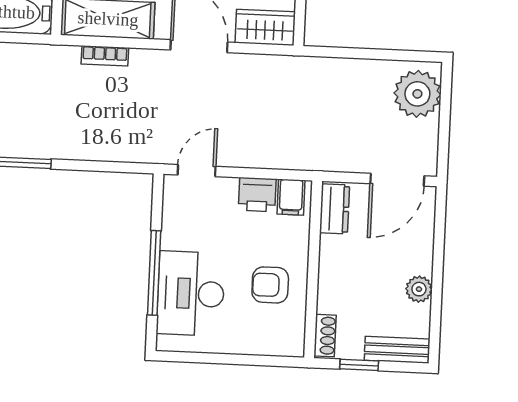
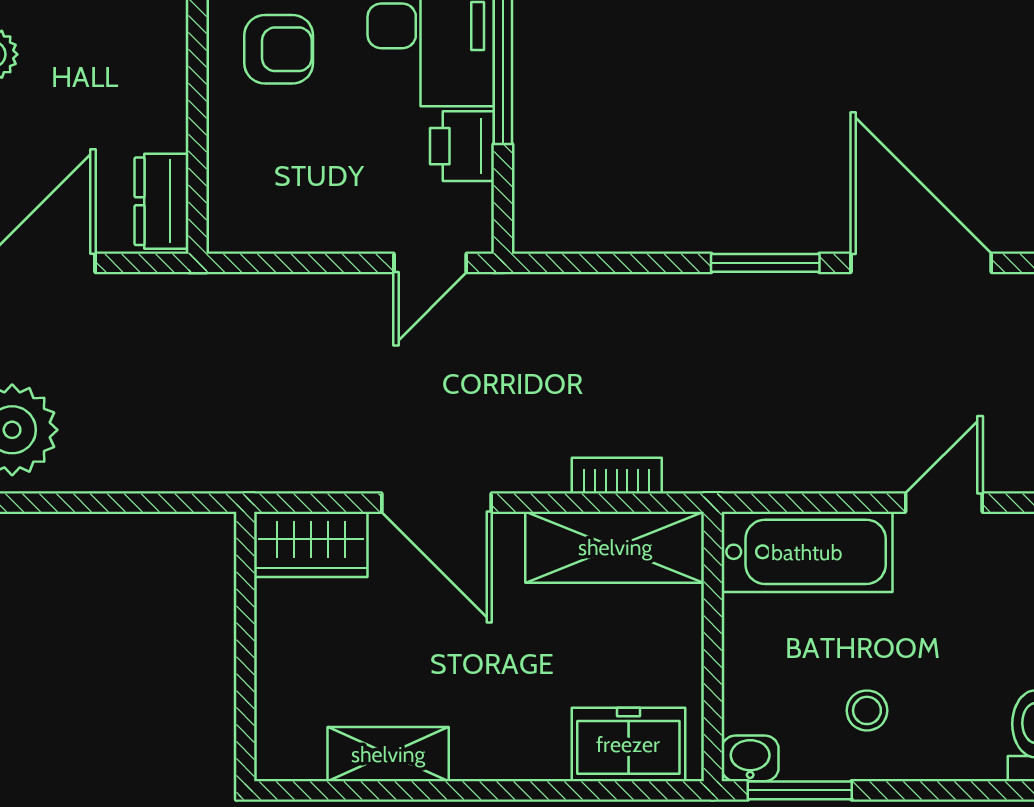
printer: (257, 195) -> (462, 146), moved, turned -90
filing cabinet: (291, 197) -> (246, 220), removed

